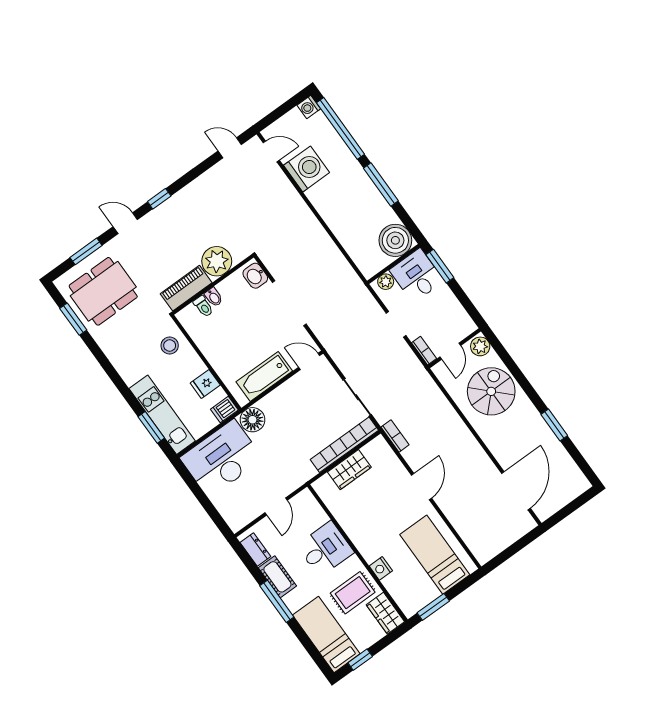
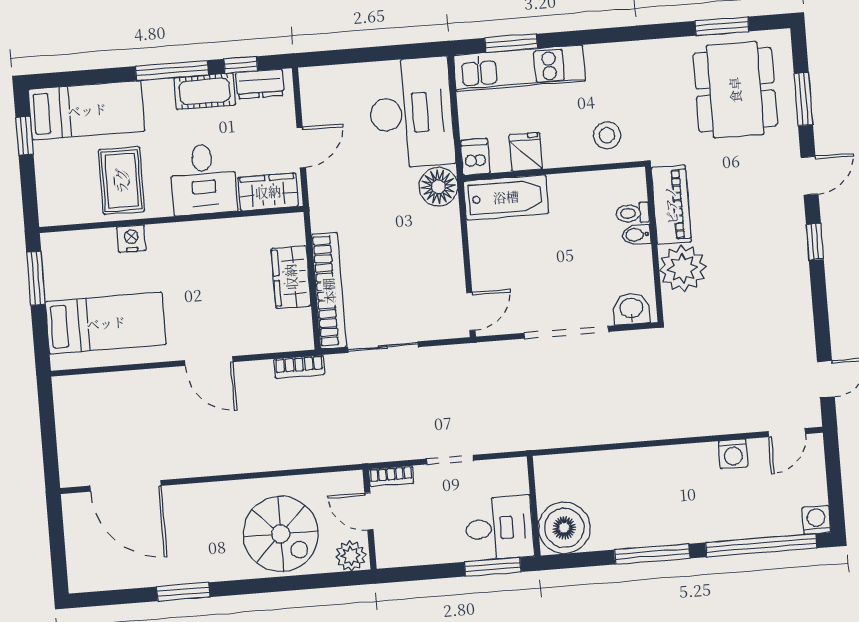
washing machine: (307, 169) -> (733, 454), width x0.53, depth x0.53
plant: (386, 282) -> (516, 481), removed
bathtub: (264, 376) -> (506, 197), moved, turned 90
door: (276, 506) -> (301, 147), swing flipped
window: (251, 566) -> (241, 65), added
wardrobe: (385, 613) -> (268, 192), moved

